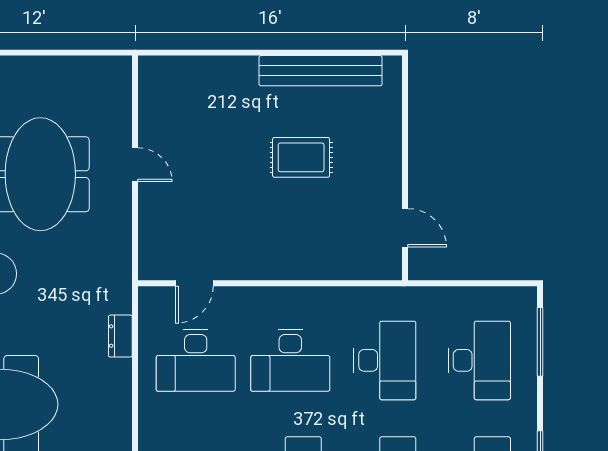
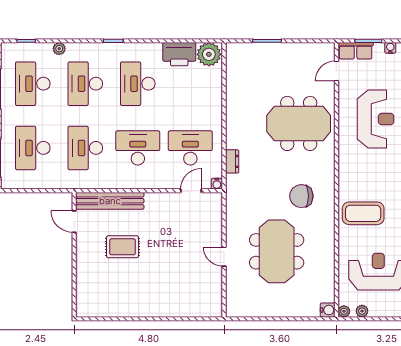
bench: (321, 71) -> (110, 201), moved
rug: (301, 157) -> (122, 247), moved
water cooler: (148, 296) -> (217, 184), added

